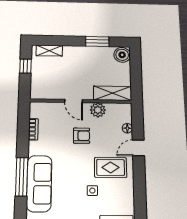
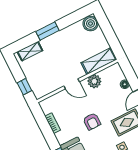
window: (97, 41) -> (47, 31), moved
window: (26, 66) -> (24, 87), moved
armchair: (82, 136) -> (92, 121), moved, turned 90

